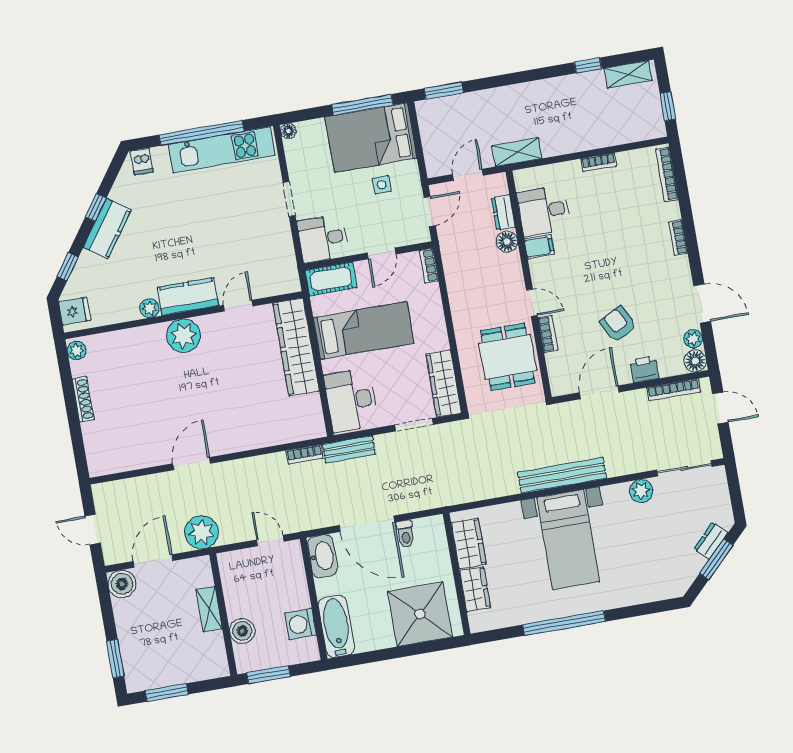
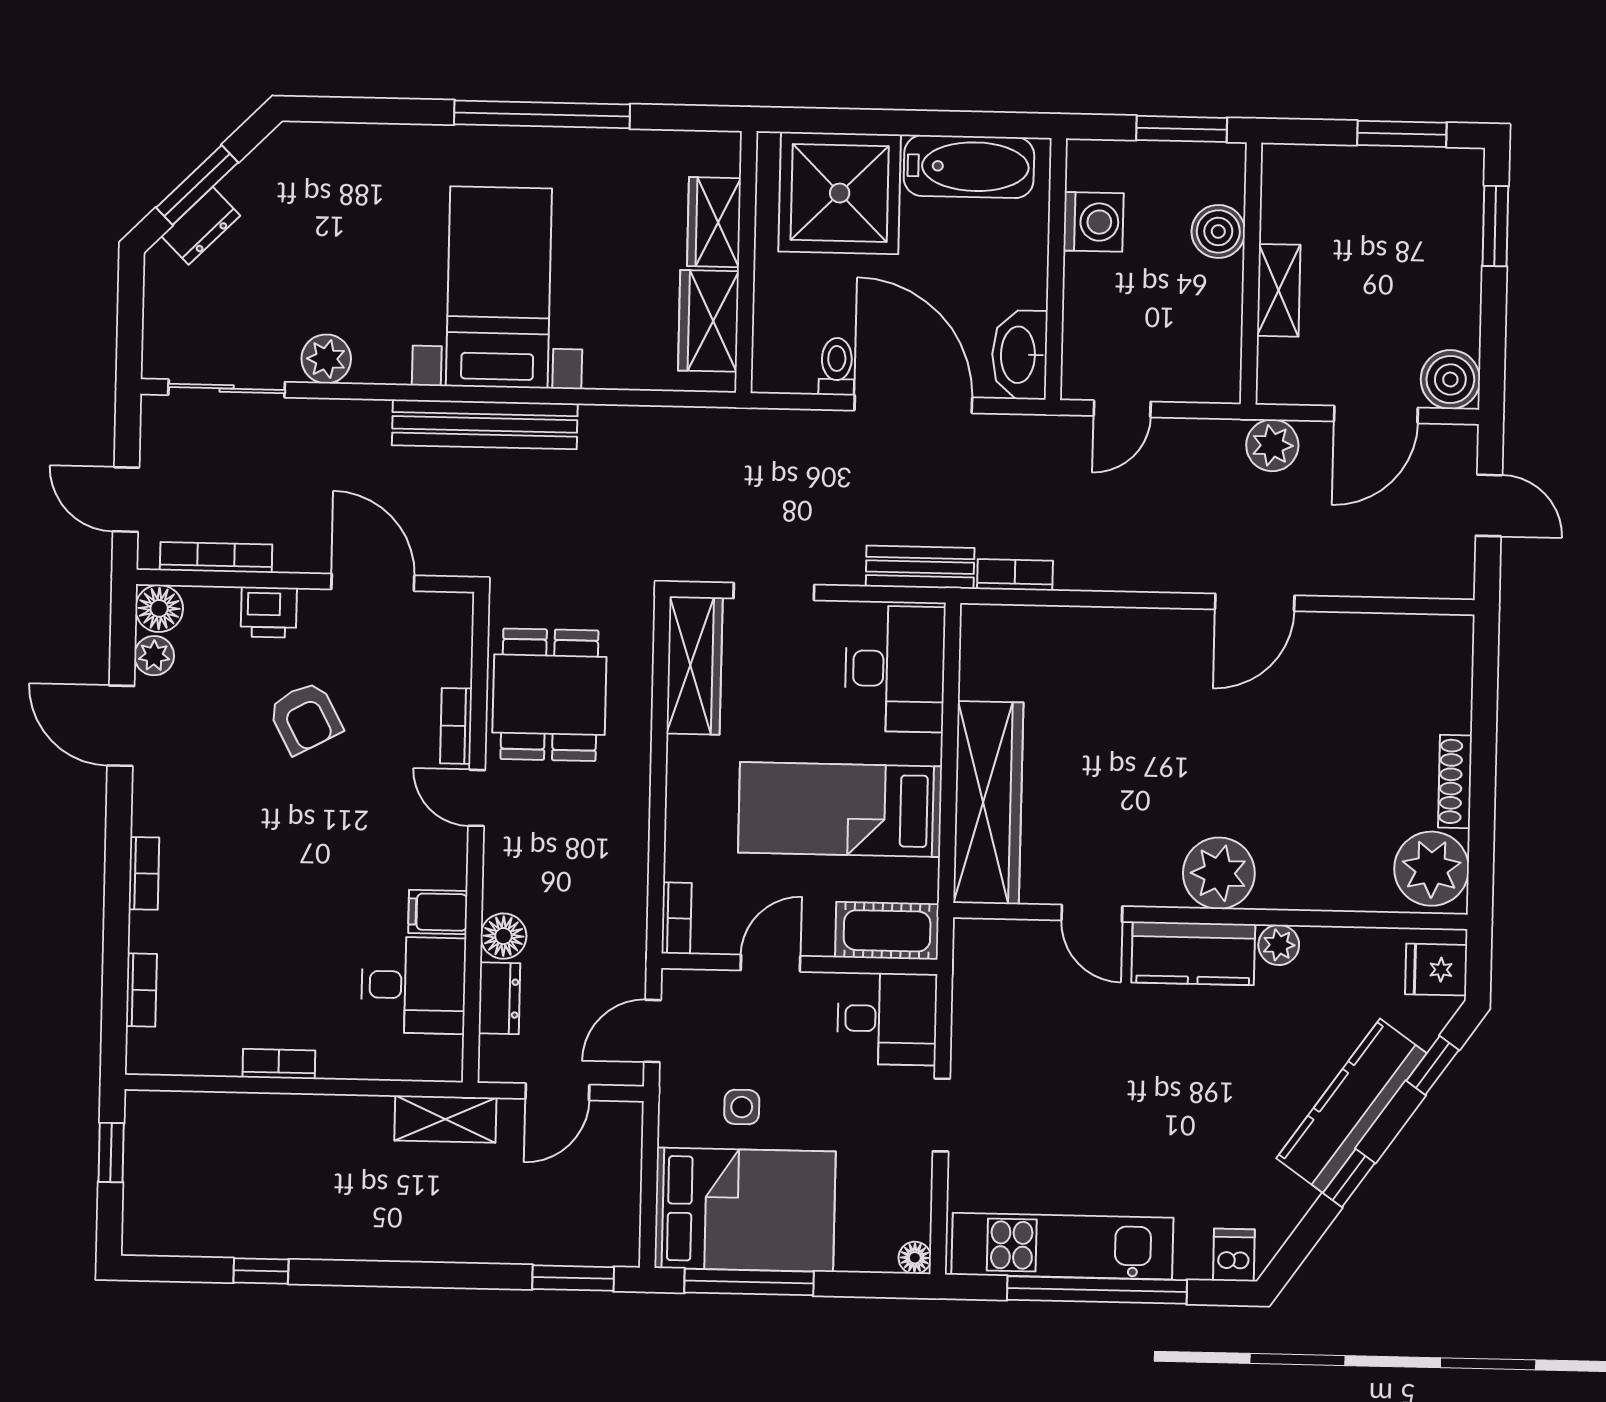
shelving: (628, 74) -> (181, 1235), removed
bookcase: (667, 174) -> (141, 990), width x0.64
kitchen counter: (107, 228) -> (1352, 1106), width x1.50
door: (238, 306) -> (1092, 913), hinge flipped
plant: (77, 351) -> (1432, 869), width x1.88, depth x1.88
door: (599, 392) -> (373, 582), swing flipped
plant: (201, 532) -> (1272, 445), width x0.73, depth x0.73
door: (270, 541) -> (1122, 409), hinge flipped
bathtub: (336, 626) -> (969, 167), moved, turned -90

